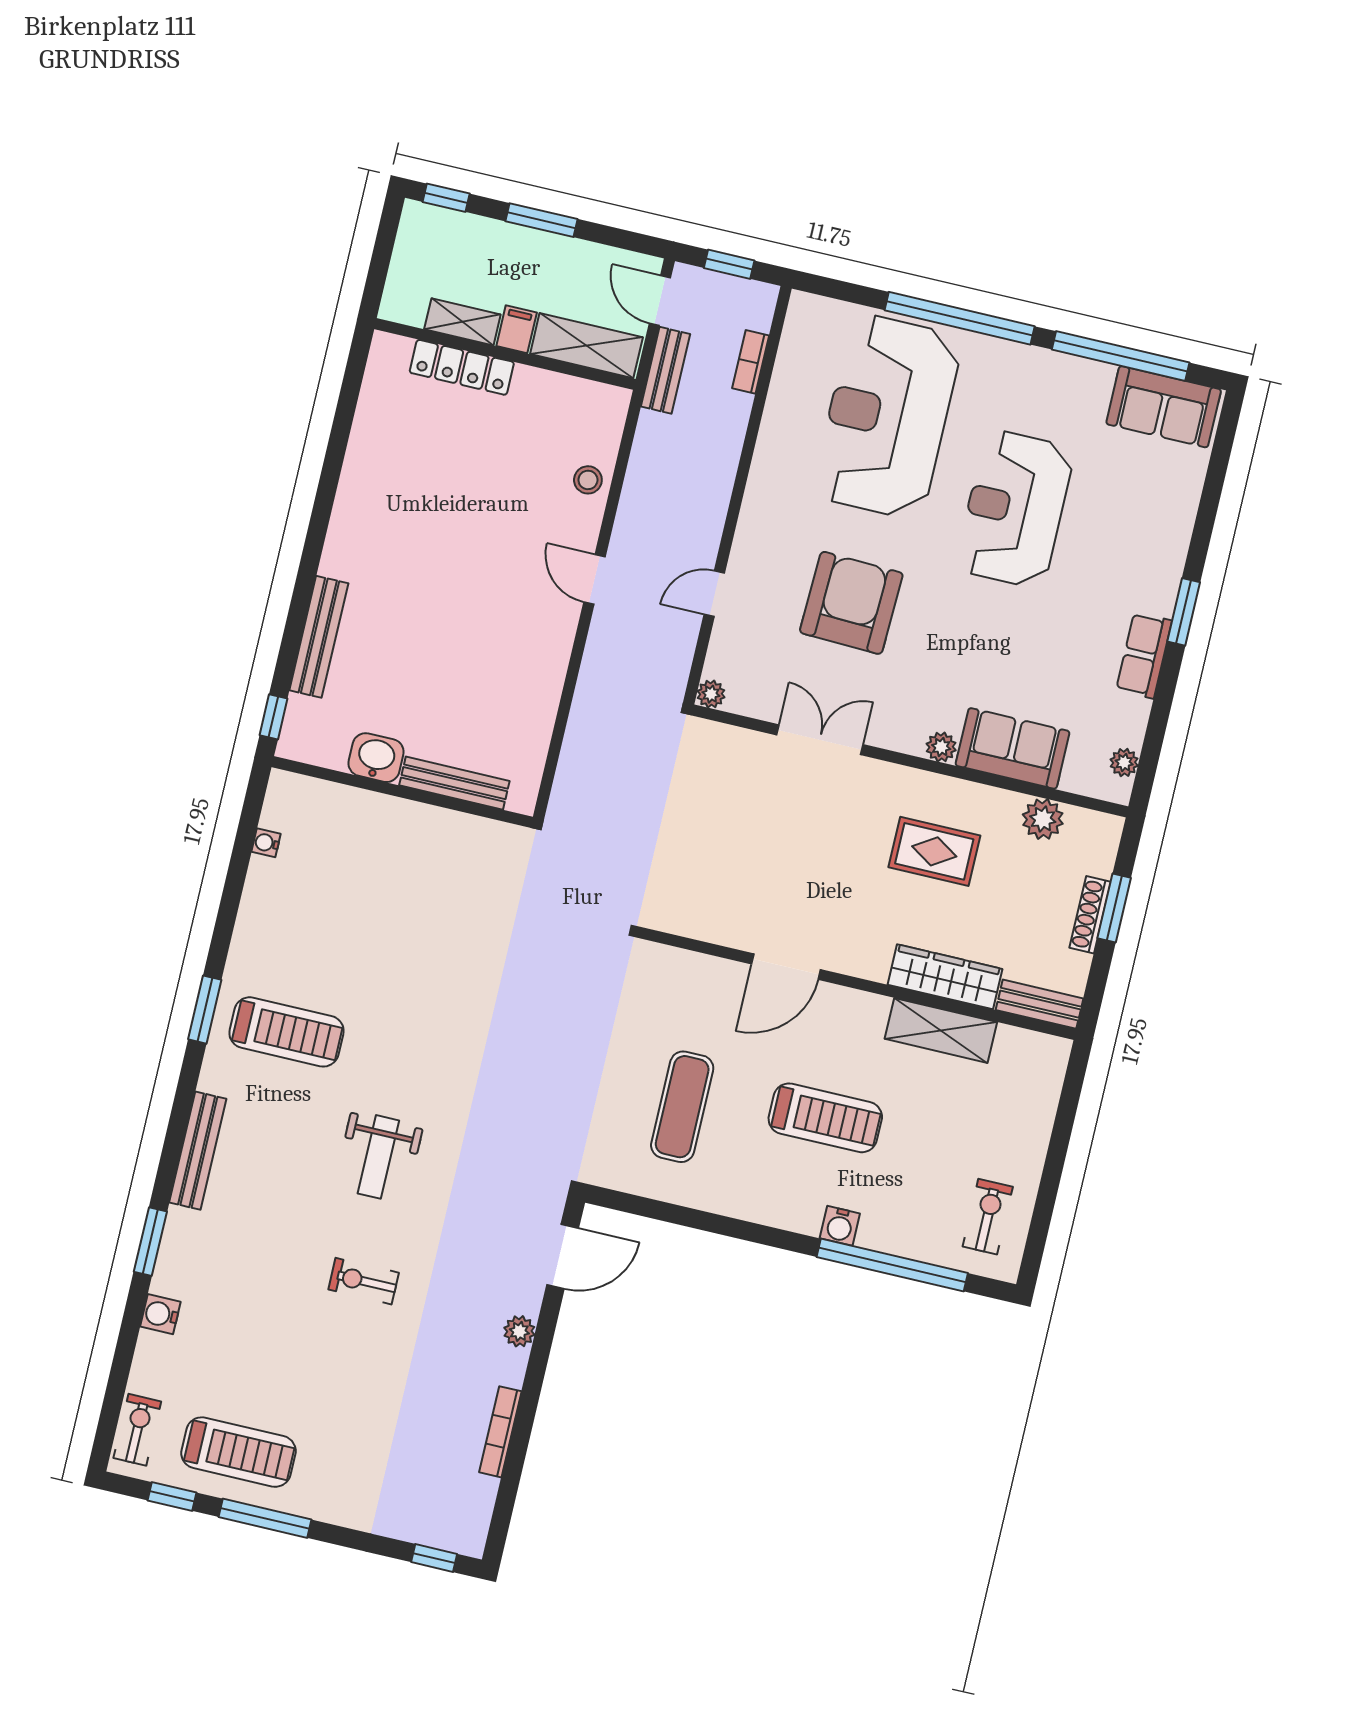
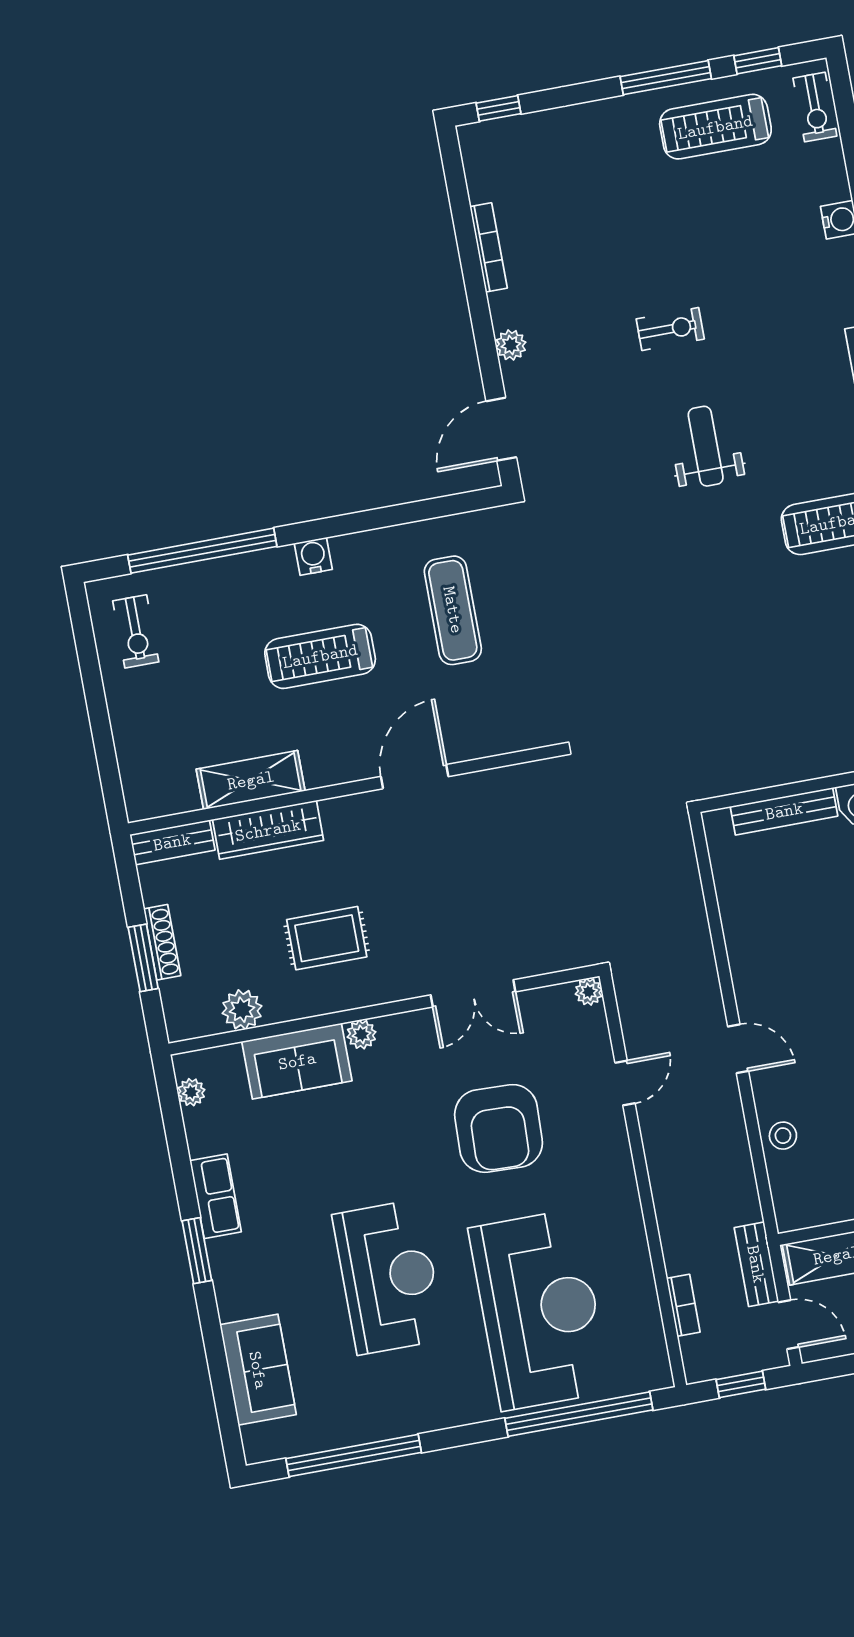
window: (960, 318) -> (579, 1414), moved
sofa: (1164, 407) -> (258, 1370), moved, turned 90
water cooler: (840, 1226) -> (313, 556), moved

